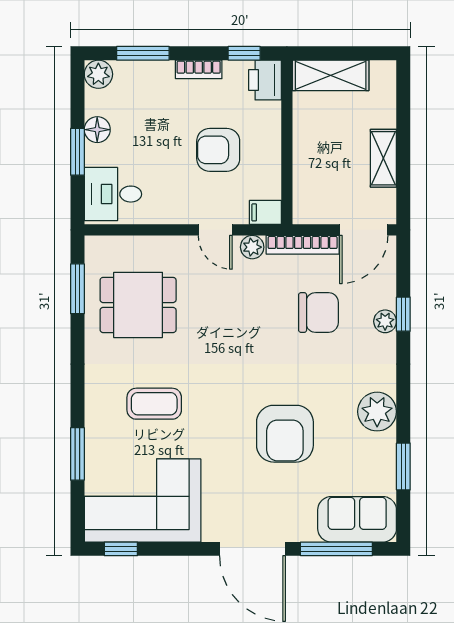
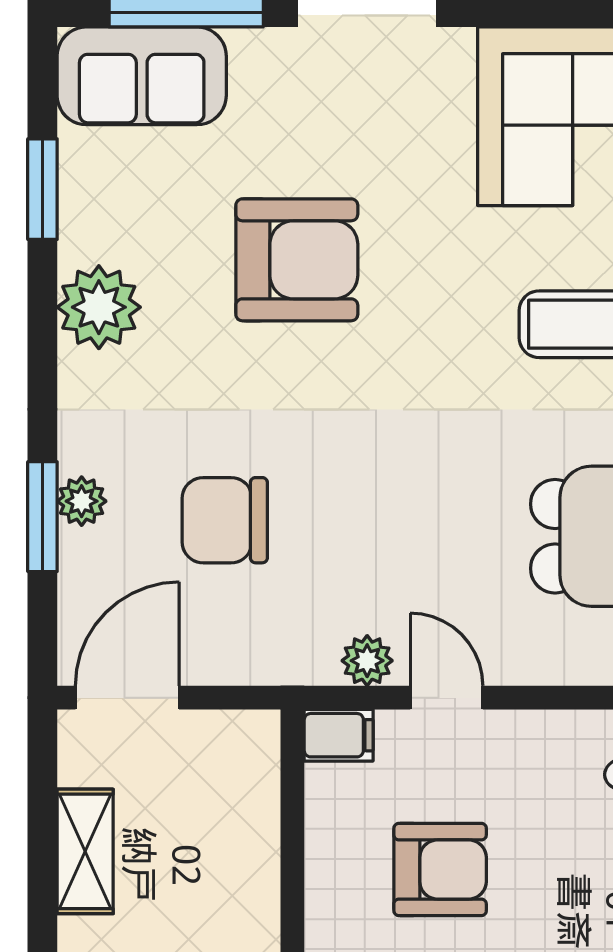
bookcase: (303, 245) -> (259, 666), removed
window: (403, 314) -> (42, 517), width x1.50
armchair: (285, 434) -> (297, 260), turned 90

